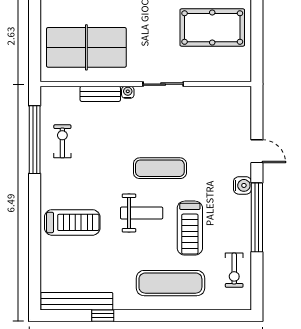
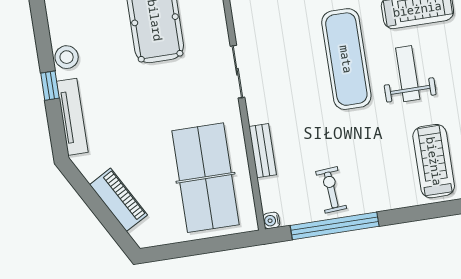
water cooler: (128, 92) -> (271, 220), moved
exercise bike: (62, 141) -> (331, 190), turned 86
exercise mat: (160, 168) -> (346, 59), width x1.36, depth x1.45

